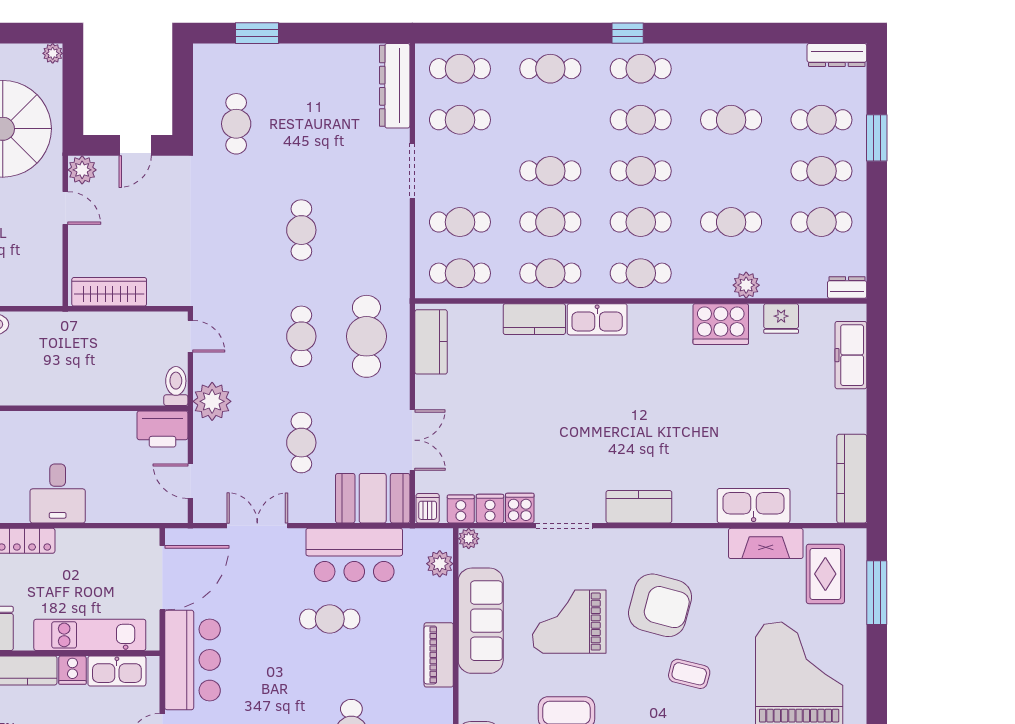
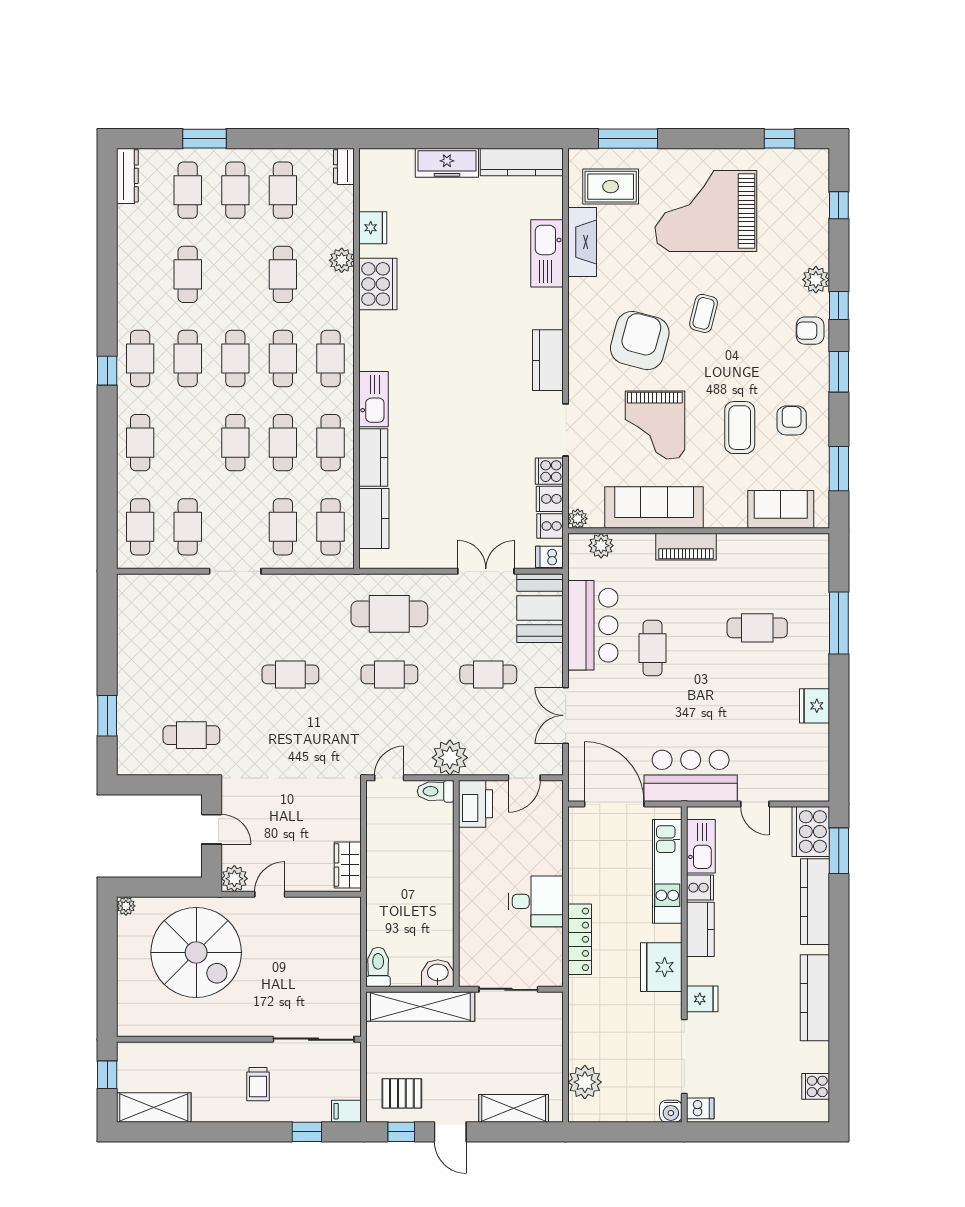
dresser: (395, 86) -> (156, 588), removed
wardrobe: (109, 292) -> (348, 865), width x0.67
kitchen counter: (431, 342) -> (374, 518), moved, turned 90
freezer: (851, 355) -> (447, 163), moved

